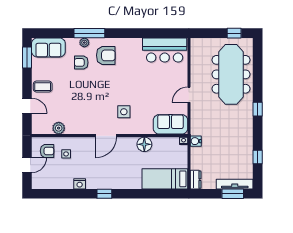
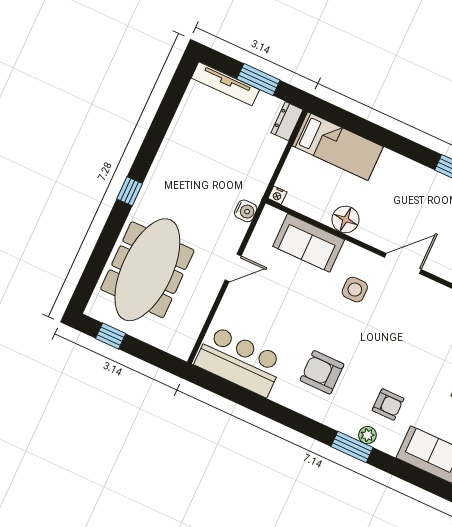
window: (89, 33) -> (352, 447), width x0.69
armchair: (106, 55) -> (322, 372), moved
sofa: (170, 124) -> (309, 243), moved
water cooler: (196, 141) -> (246, 211), moved
window: (258, 157) -> (166, 112), removed
window: (233, 194) -> (258, 80), moved

